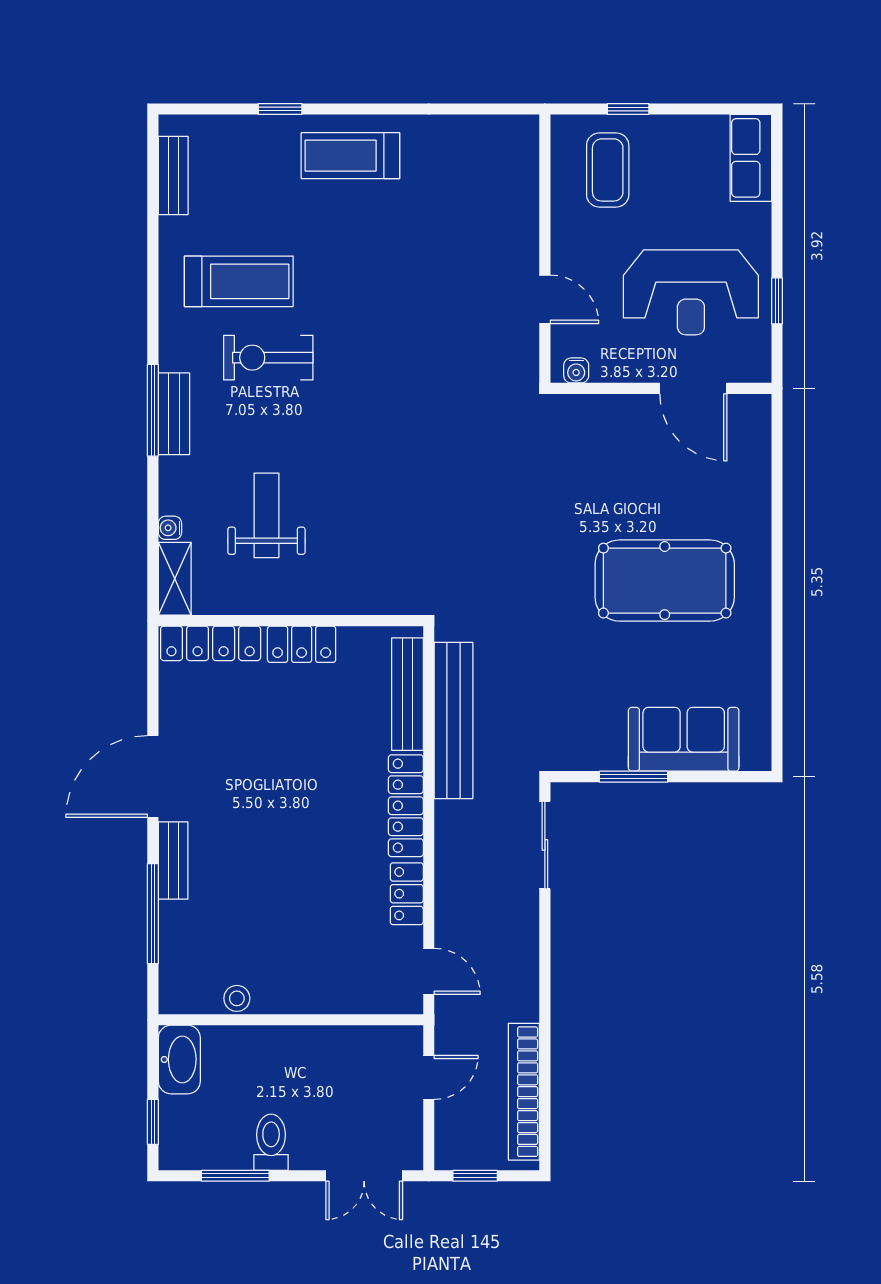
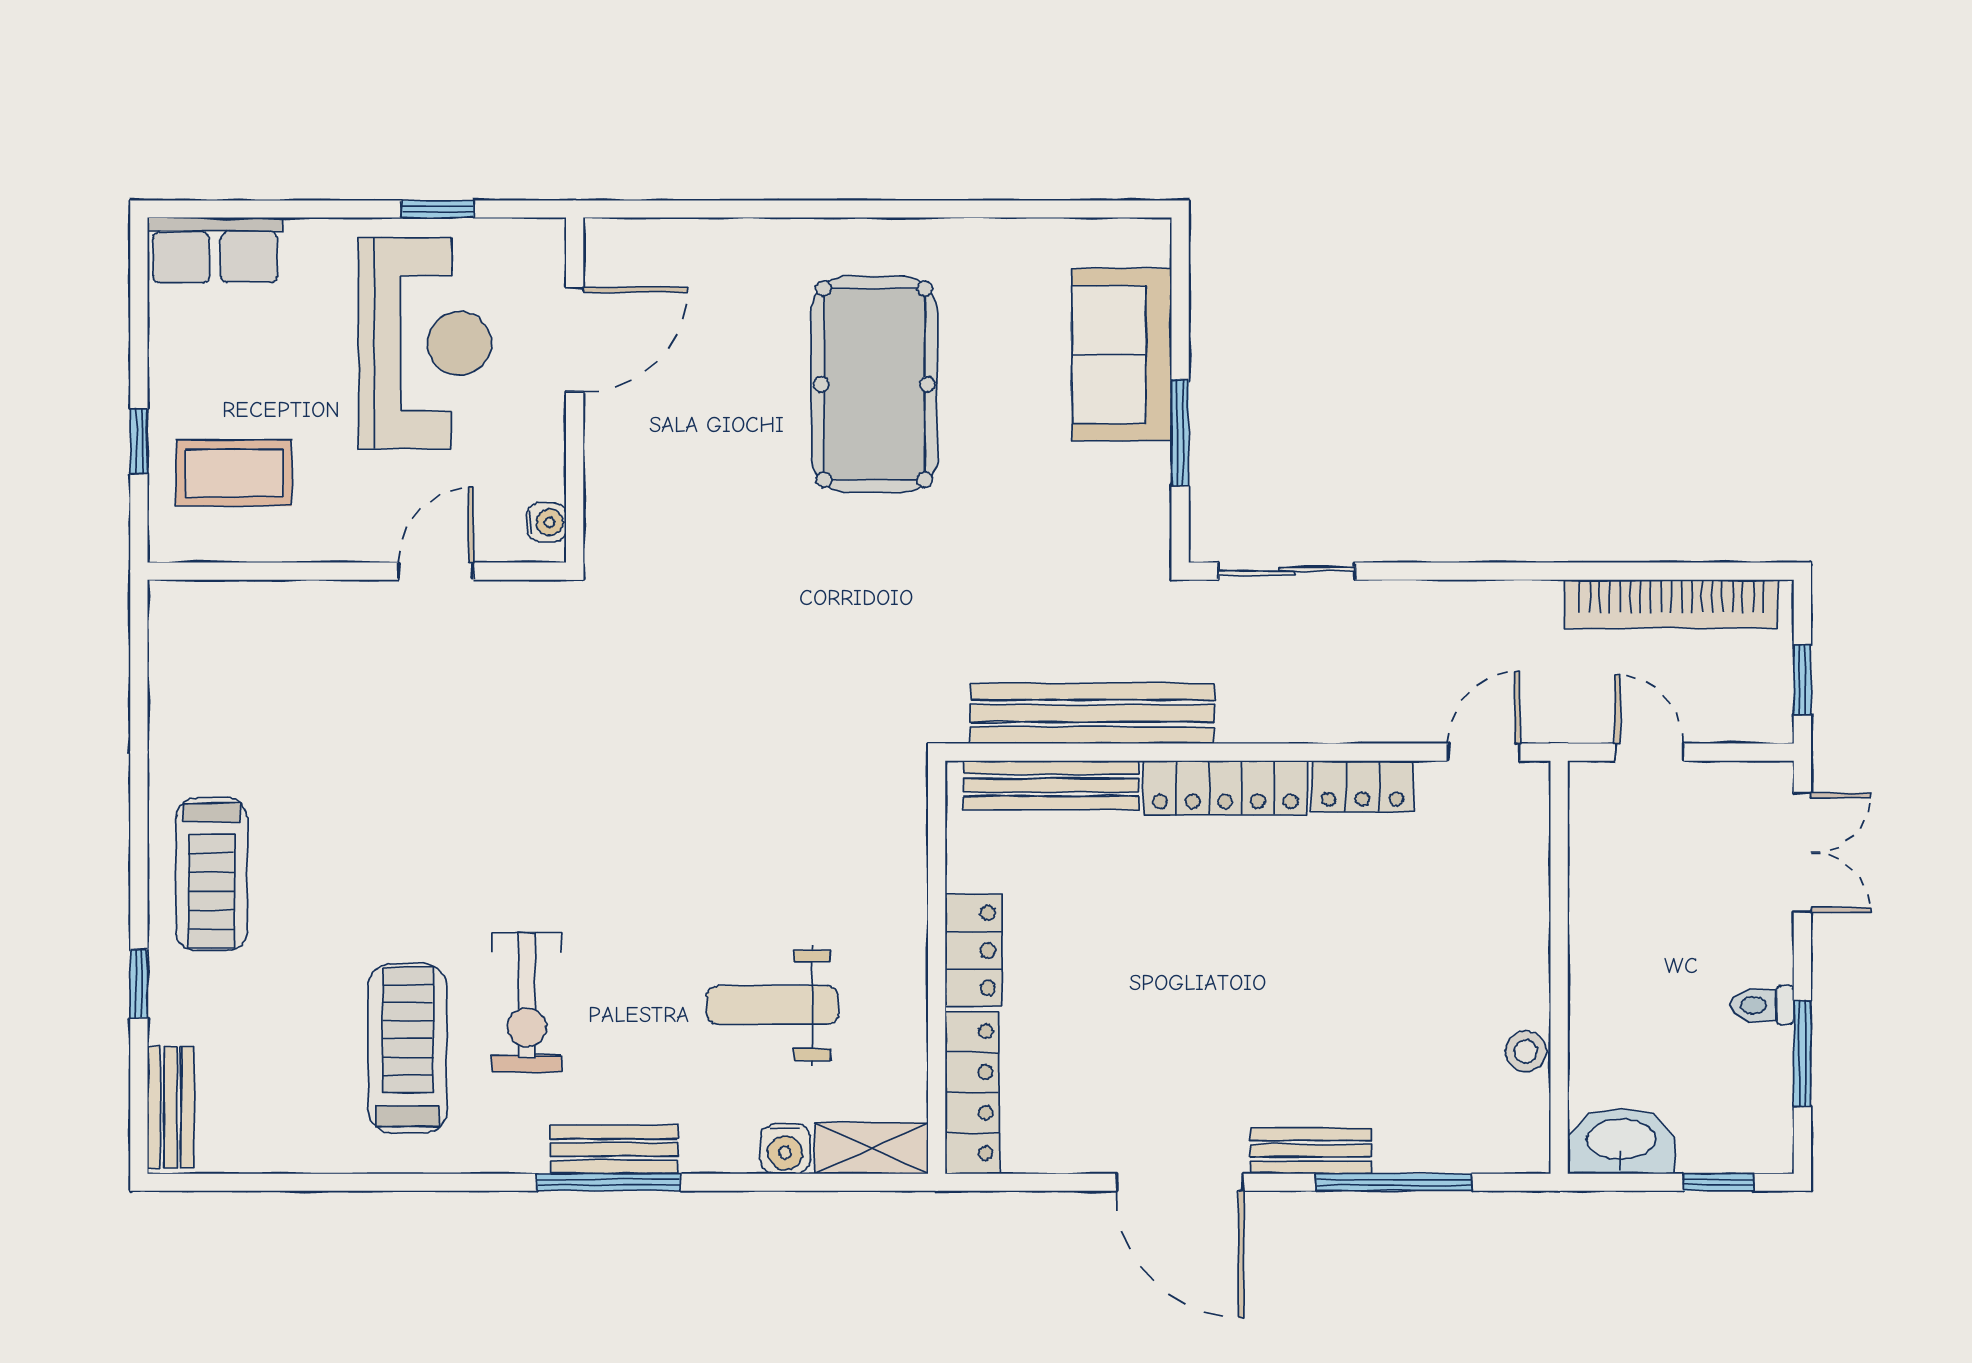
bench: (173, 175) -> (171, 1107), moved, turned 90
water cooler: (170, 528) -> (785, 1149), width x1.38, depth x1.38
toilet: (271, 1142) -> (1762, 1005), width x0.73, depth x0.72

